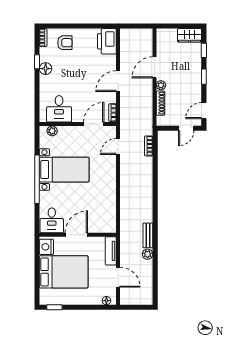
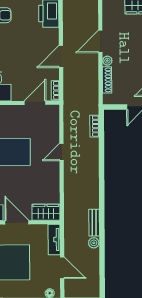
door: (118, 147) -> (62, 152), moved
wardrobe: (103, 225) -> (46, 212), added
door: (76, 235) -> (17, 222), hinge flipped

